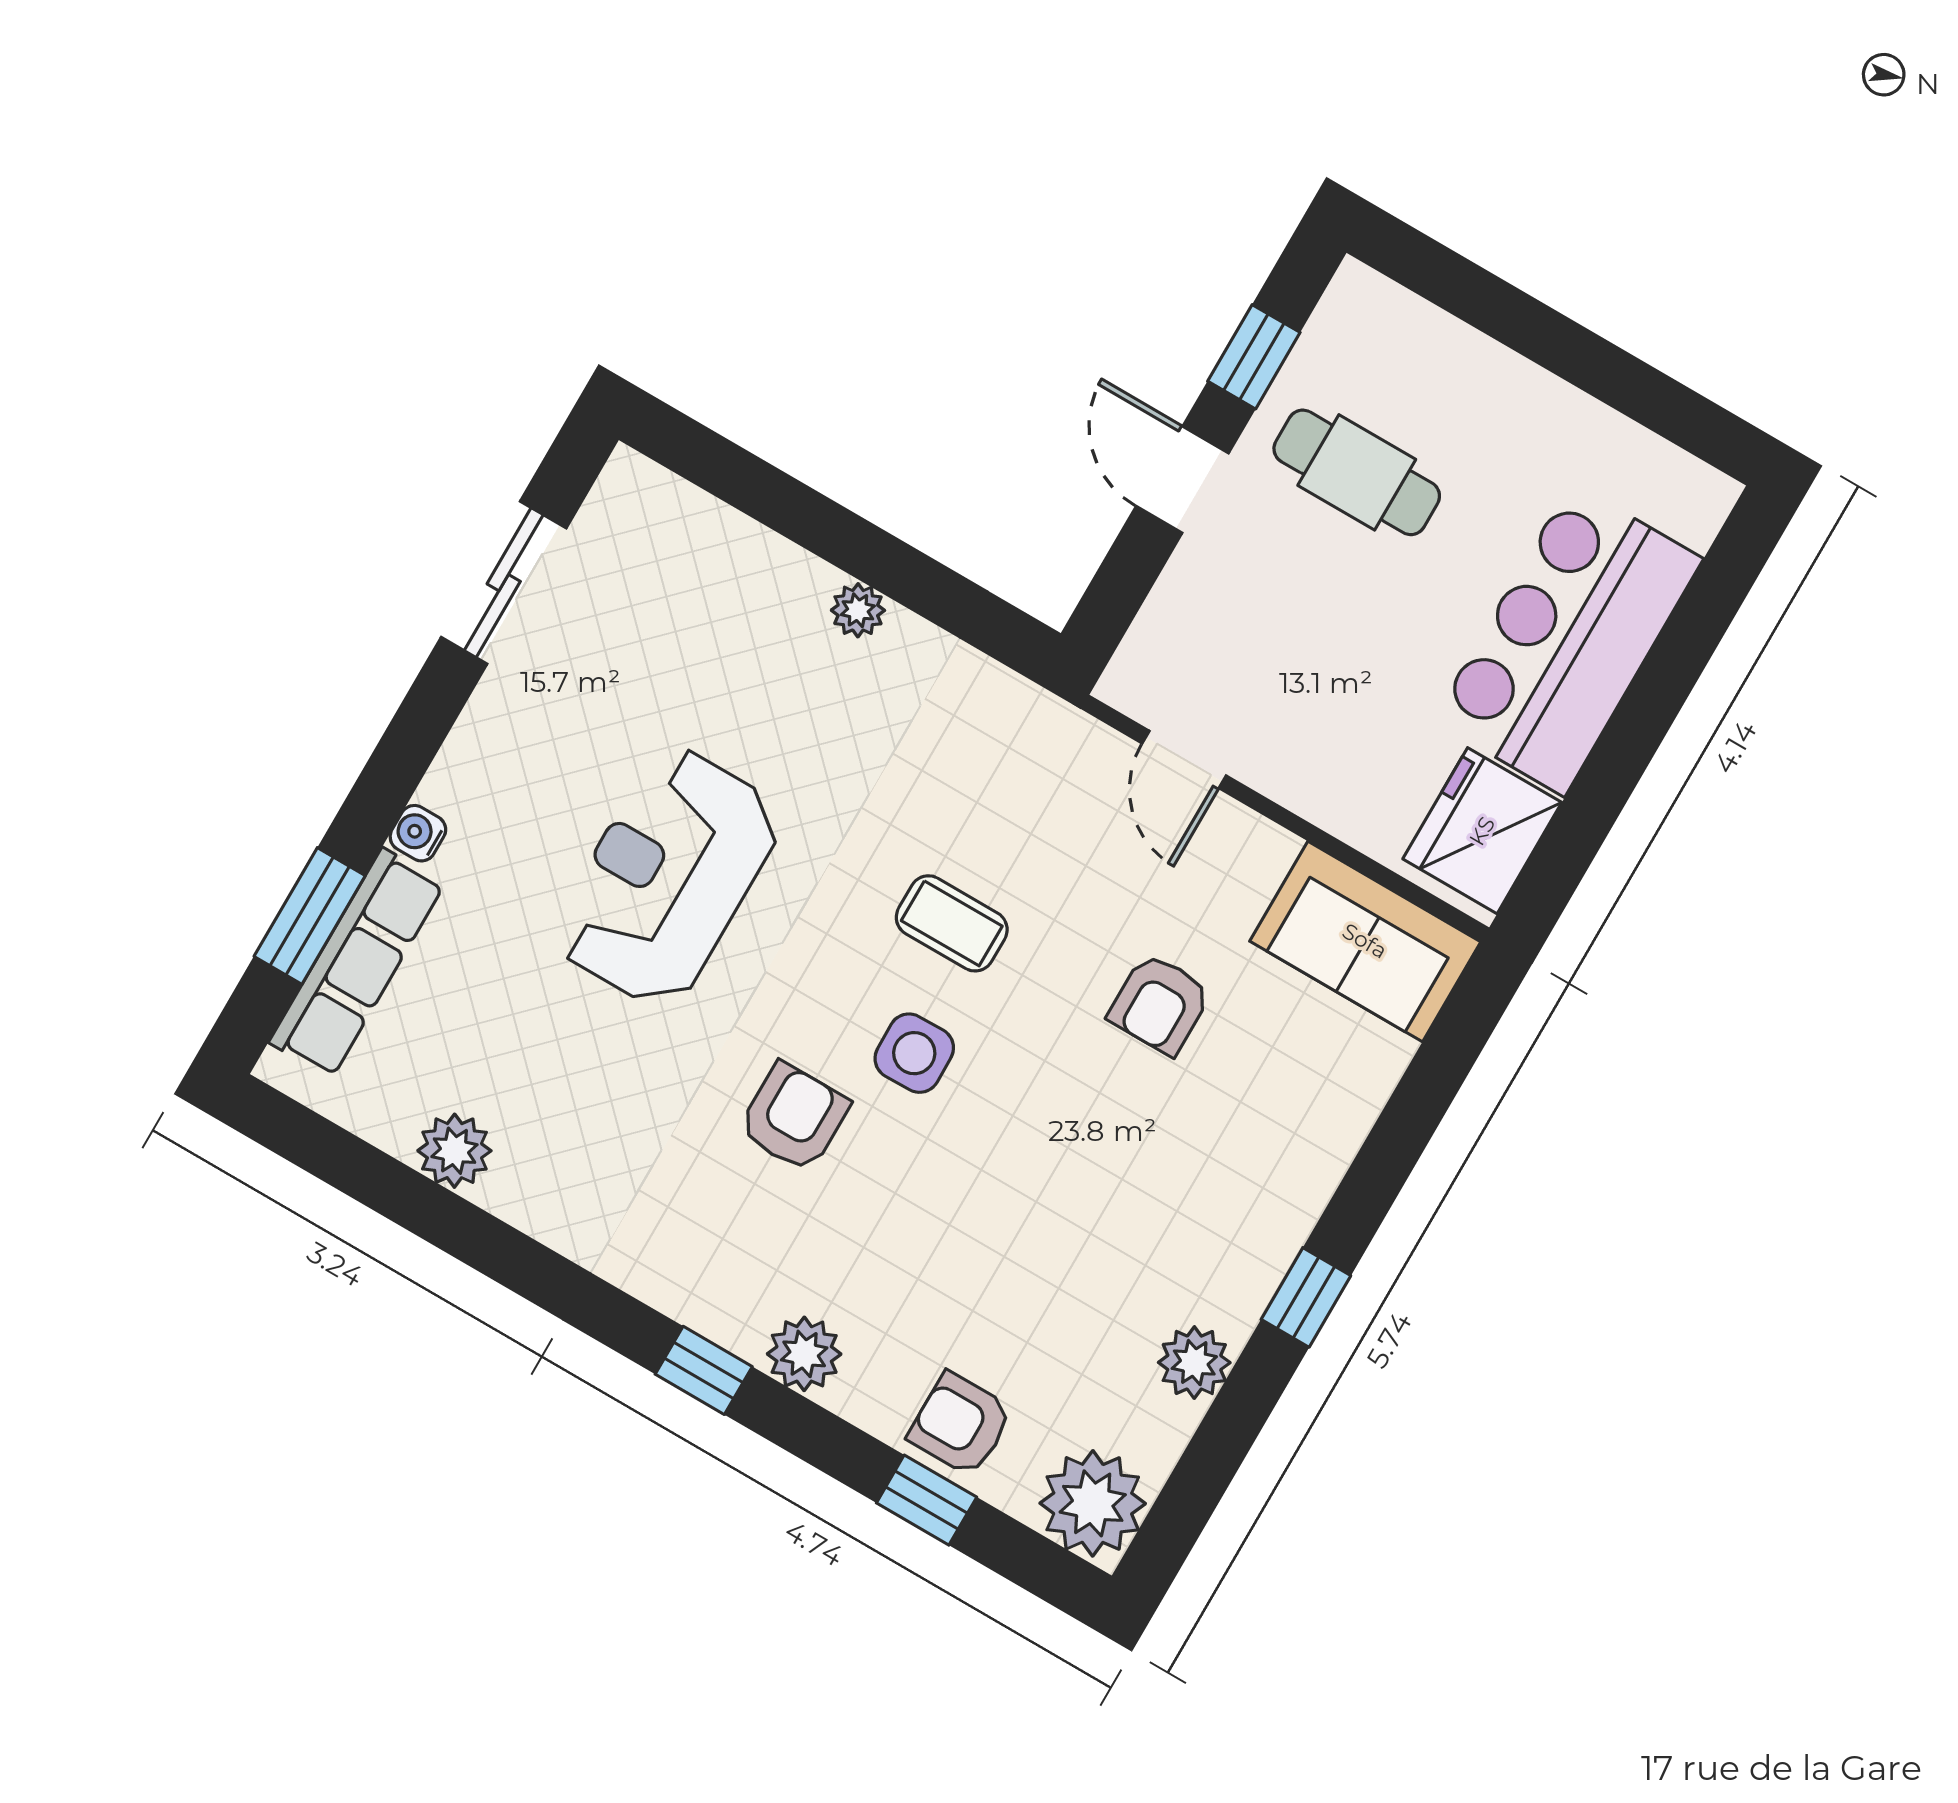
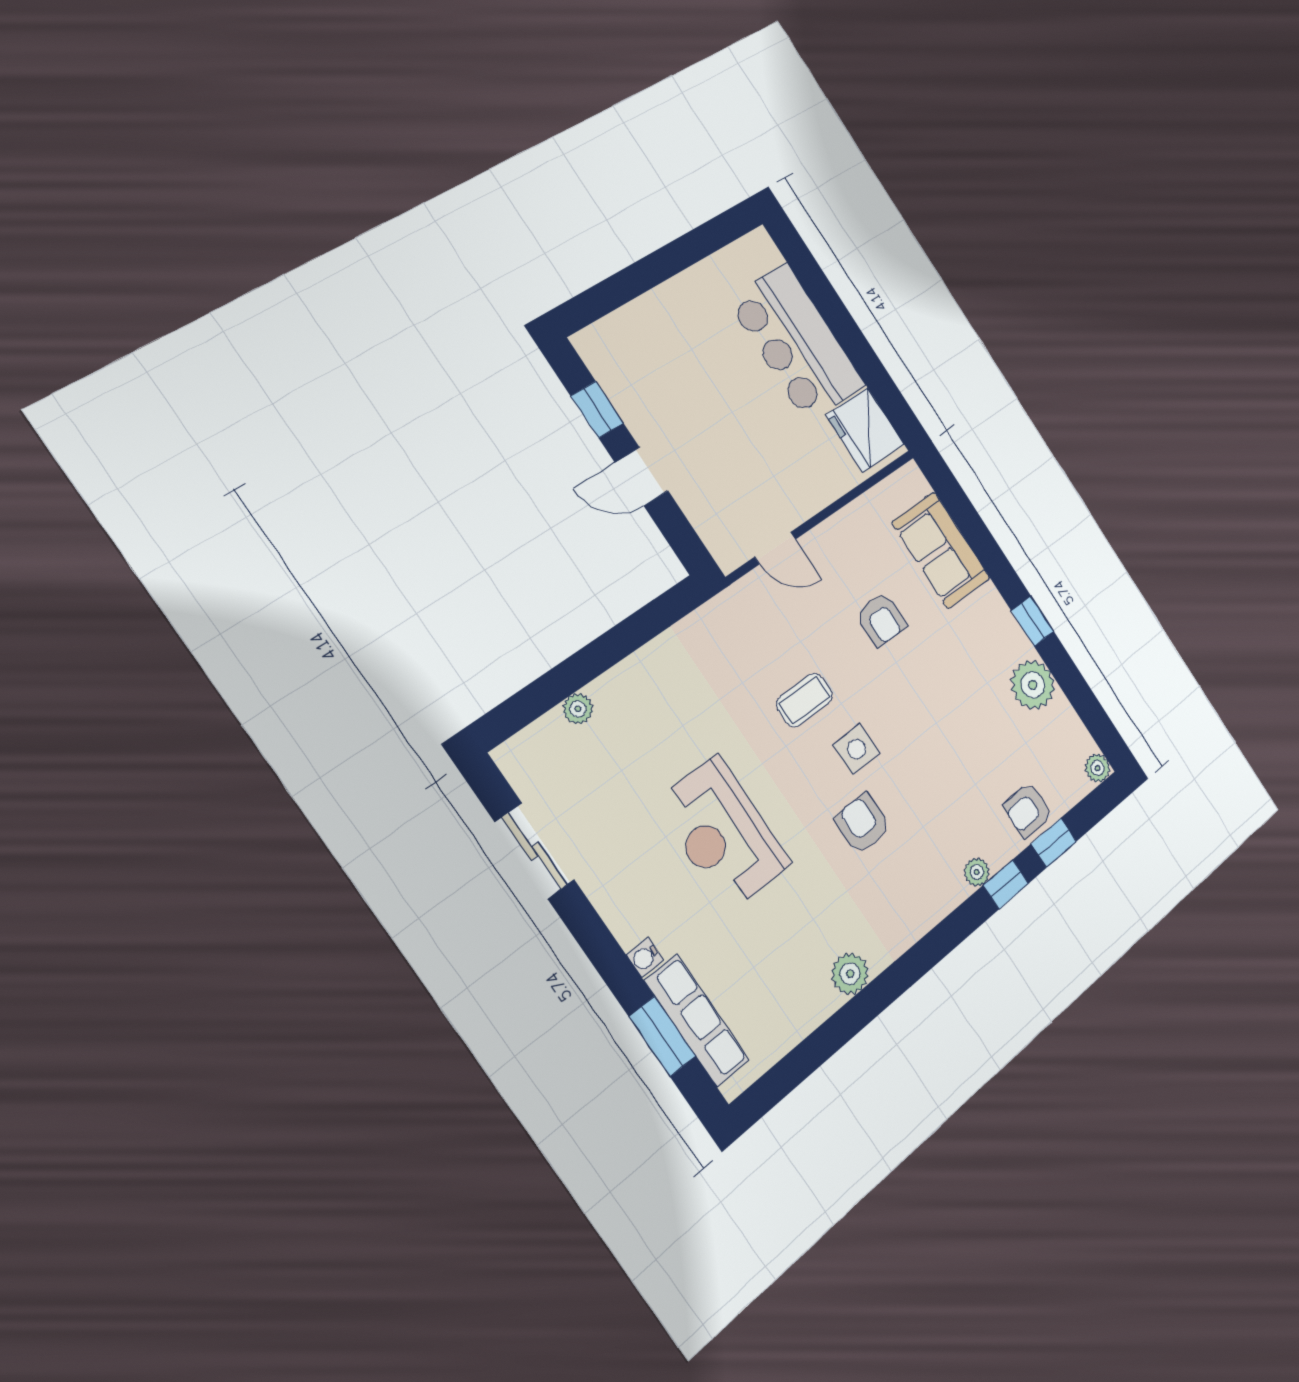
cafe table: (1357, 472) -> (676, 393), removed
plant: (858, 610) -> (578, 709), moved
sofa: (1365, 941) -> (941, 550), moved, turned 90
plant: (454, 1151) -> (850, 974), moved
plant: (804, 1354) -> (977, 872), width x0.73, depth x0.73
plant: (1194, 1363) -> (1033, 685), width x1.36, depth x1.36
window: (704, 1370) -> (1006, 884), moved
plant: (1093, 1503) -> (1098, 768), width x0.53, depth x0.53

